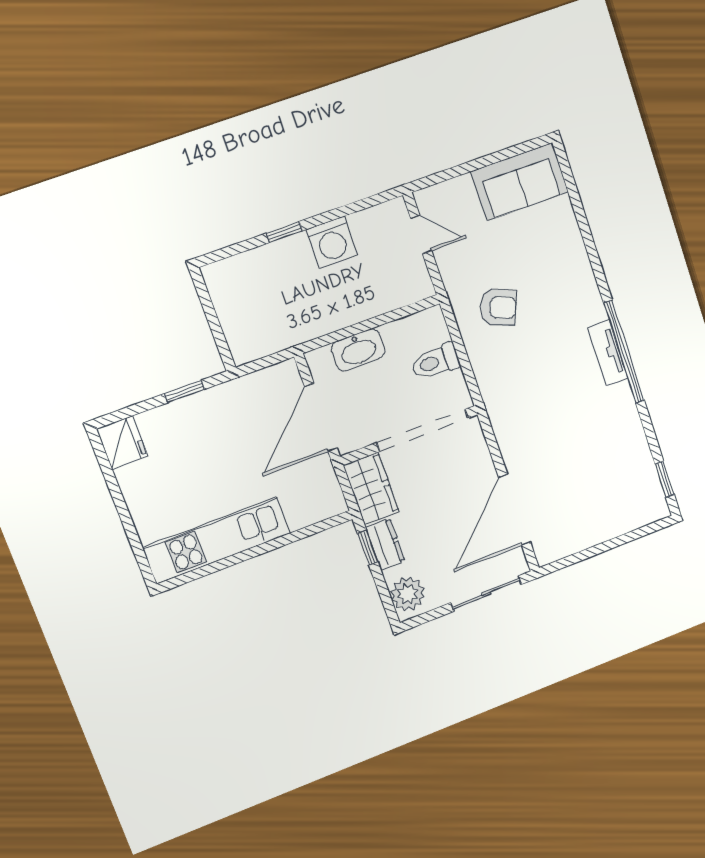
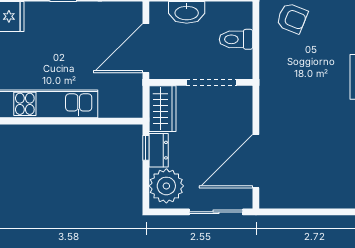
doorway: (423, 430) -> (211, 82), width x0.73
plant: (408, 594) -> (166, 186), width x1.36, depth x1.36

